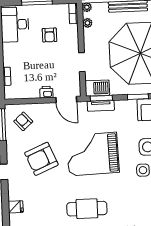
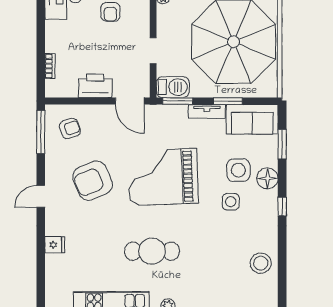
printer: (46, 92) -> (95, 86), width x1.87, depth x1.48
tv unit: (101, 106) -> (207, 111), moved
armchair: (23, 121) -> (70, 128), turned 113

